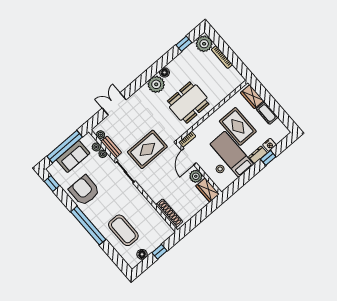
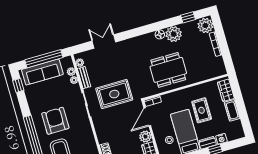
plant: (156, 84) -> (174, 34), moved
rug: (238, 126) -> (202, 110), width x0.73, depth x0.70
sofa: (73, 157) -> (42, 72), width x1.36
armchair: (84, 190) -> (55, 121), moved

